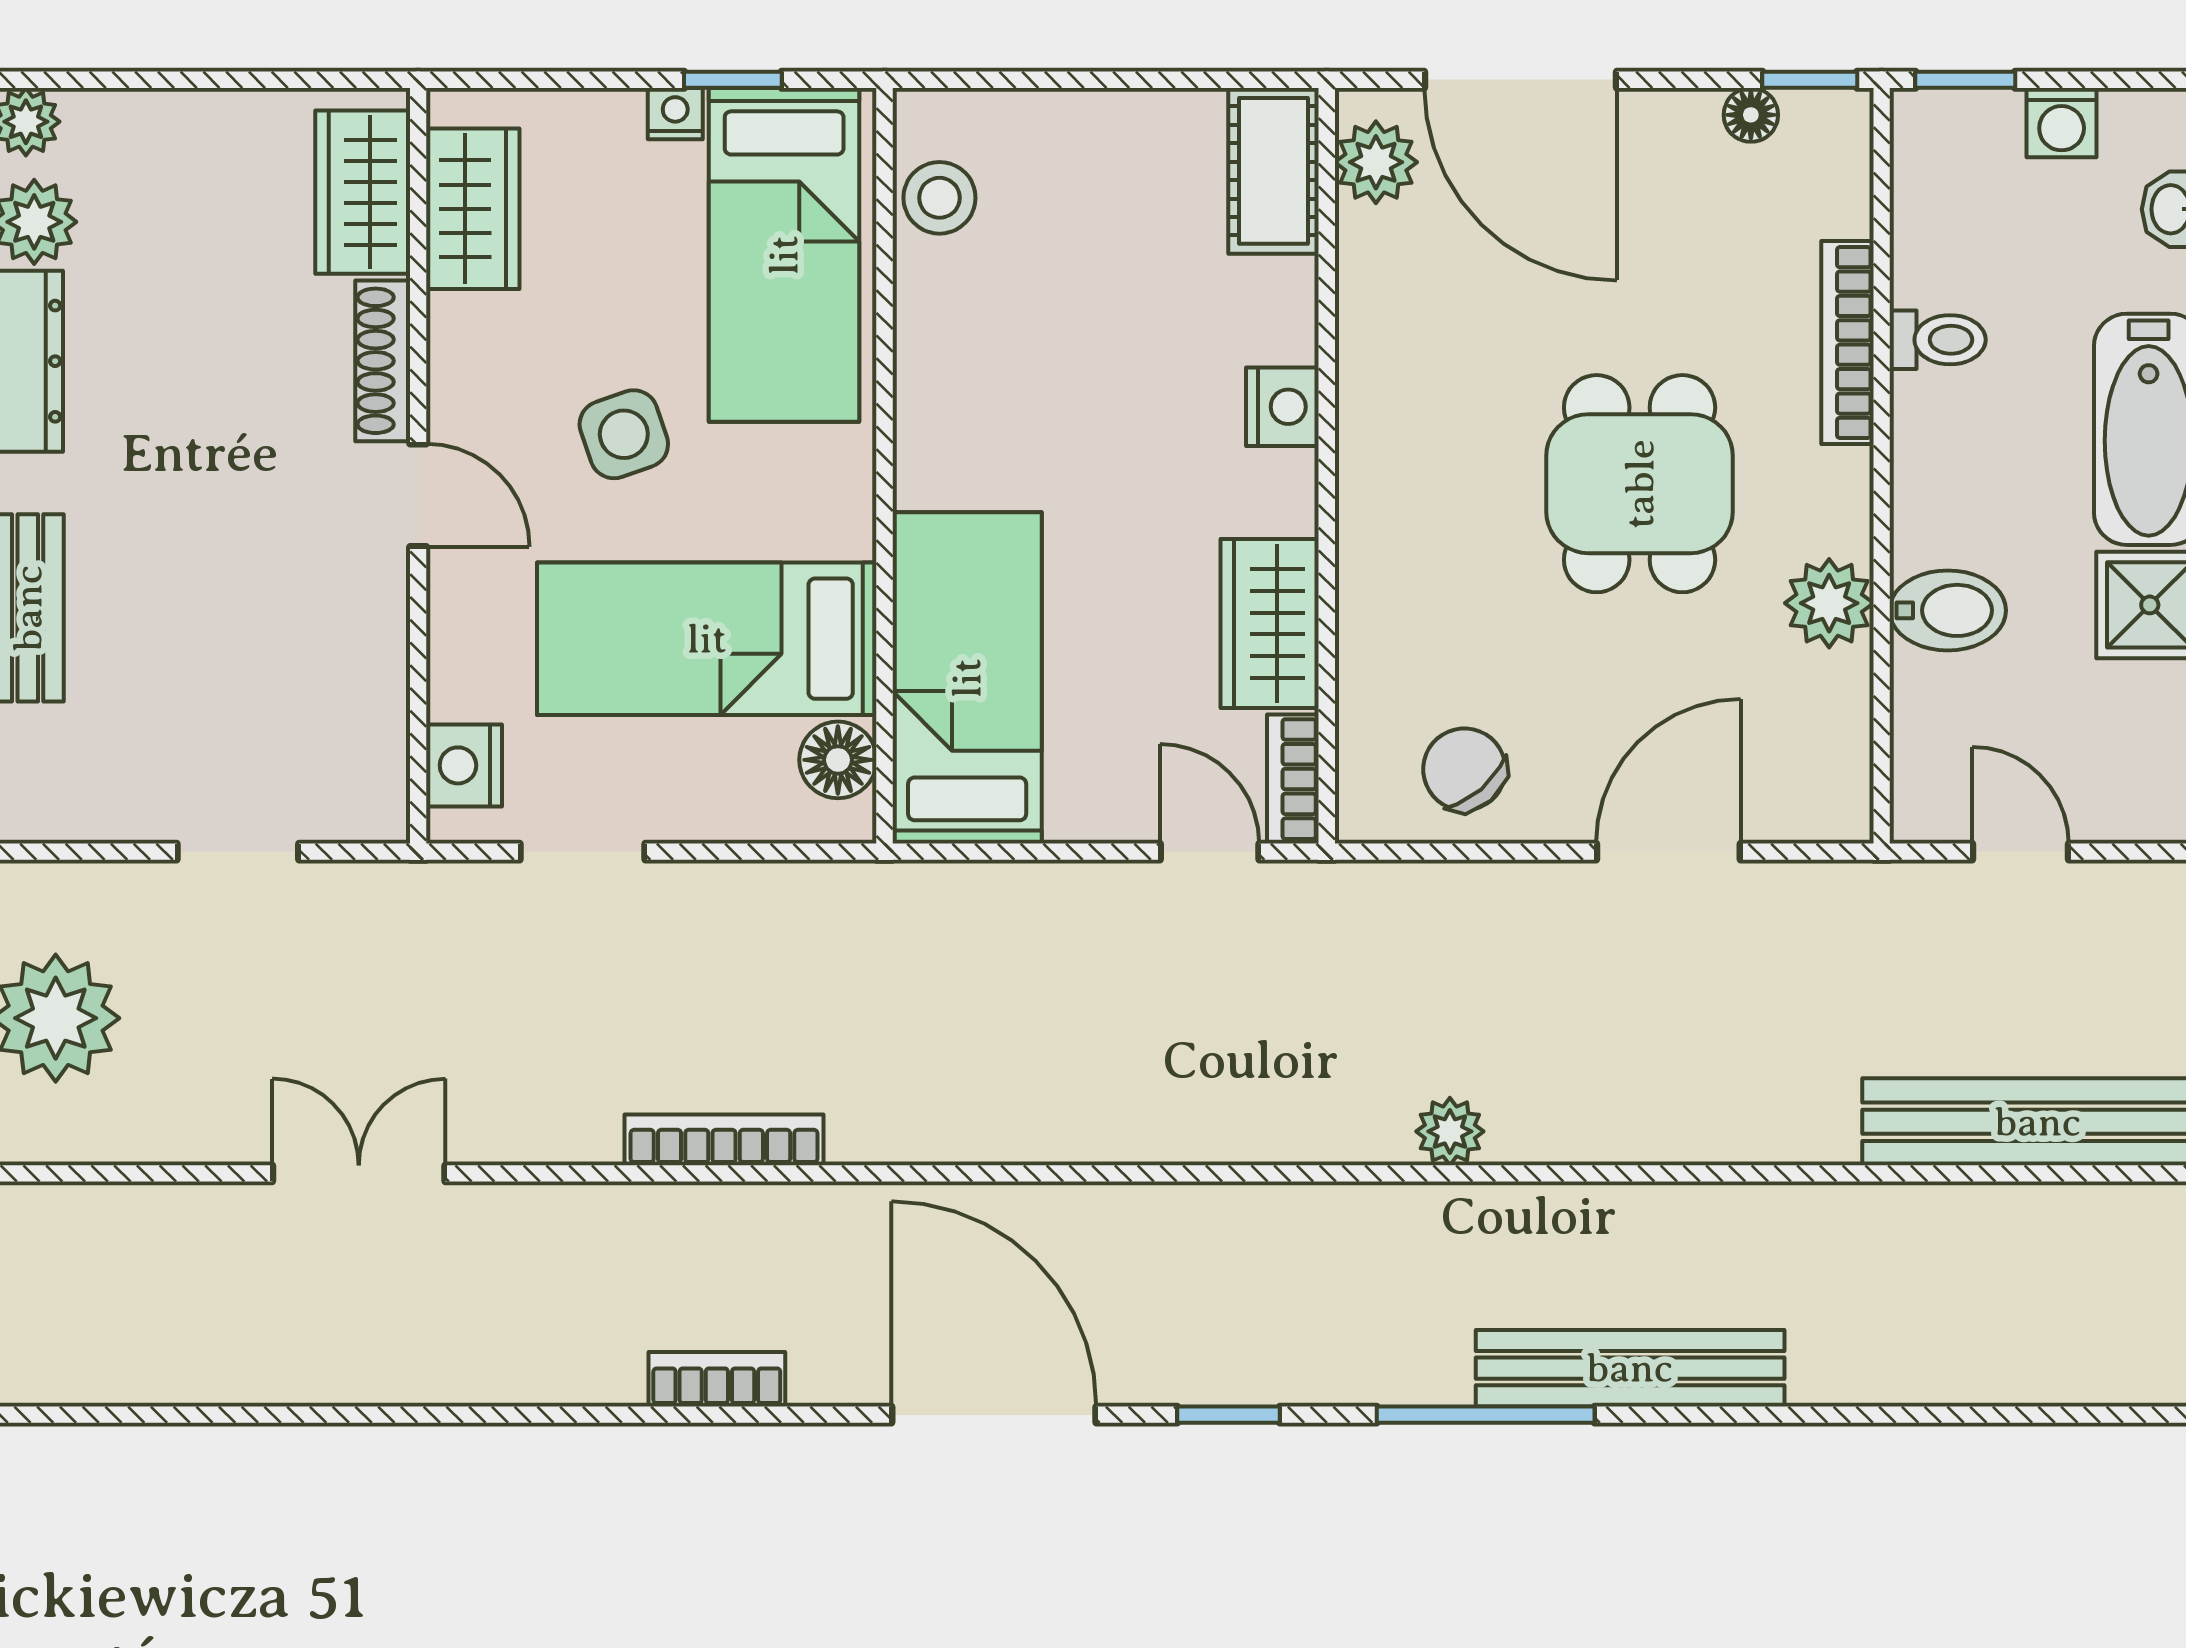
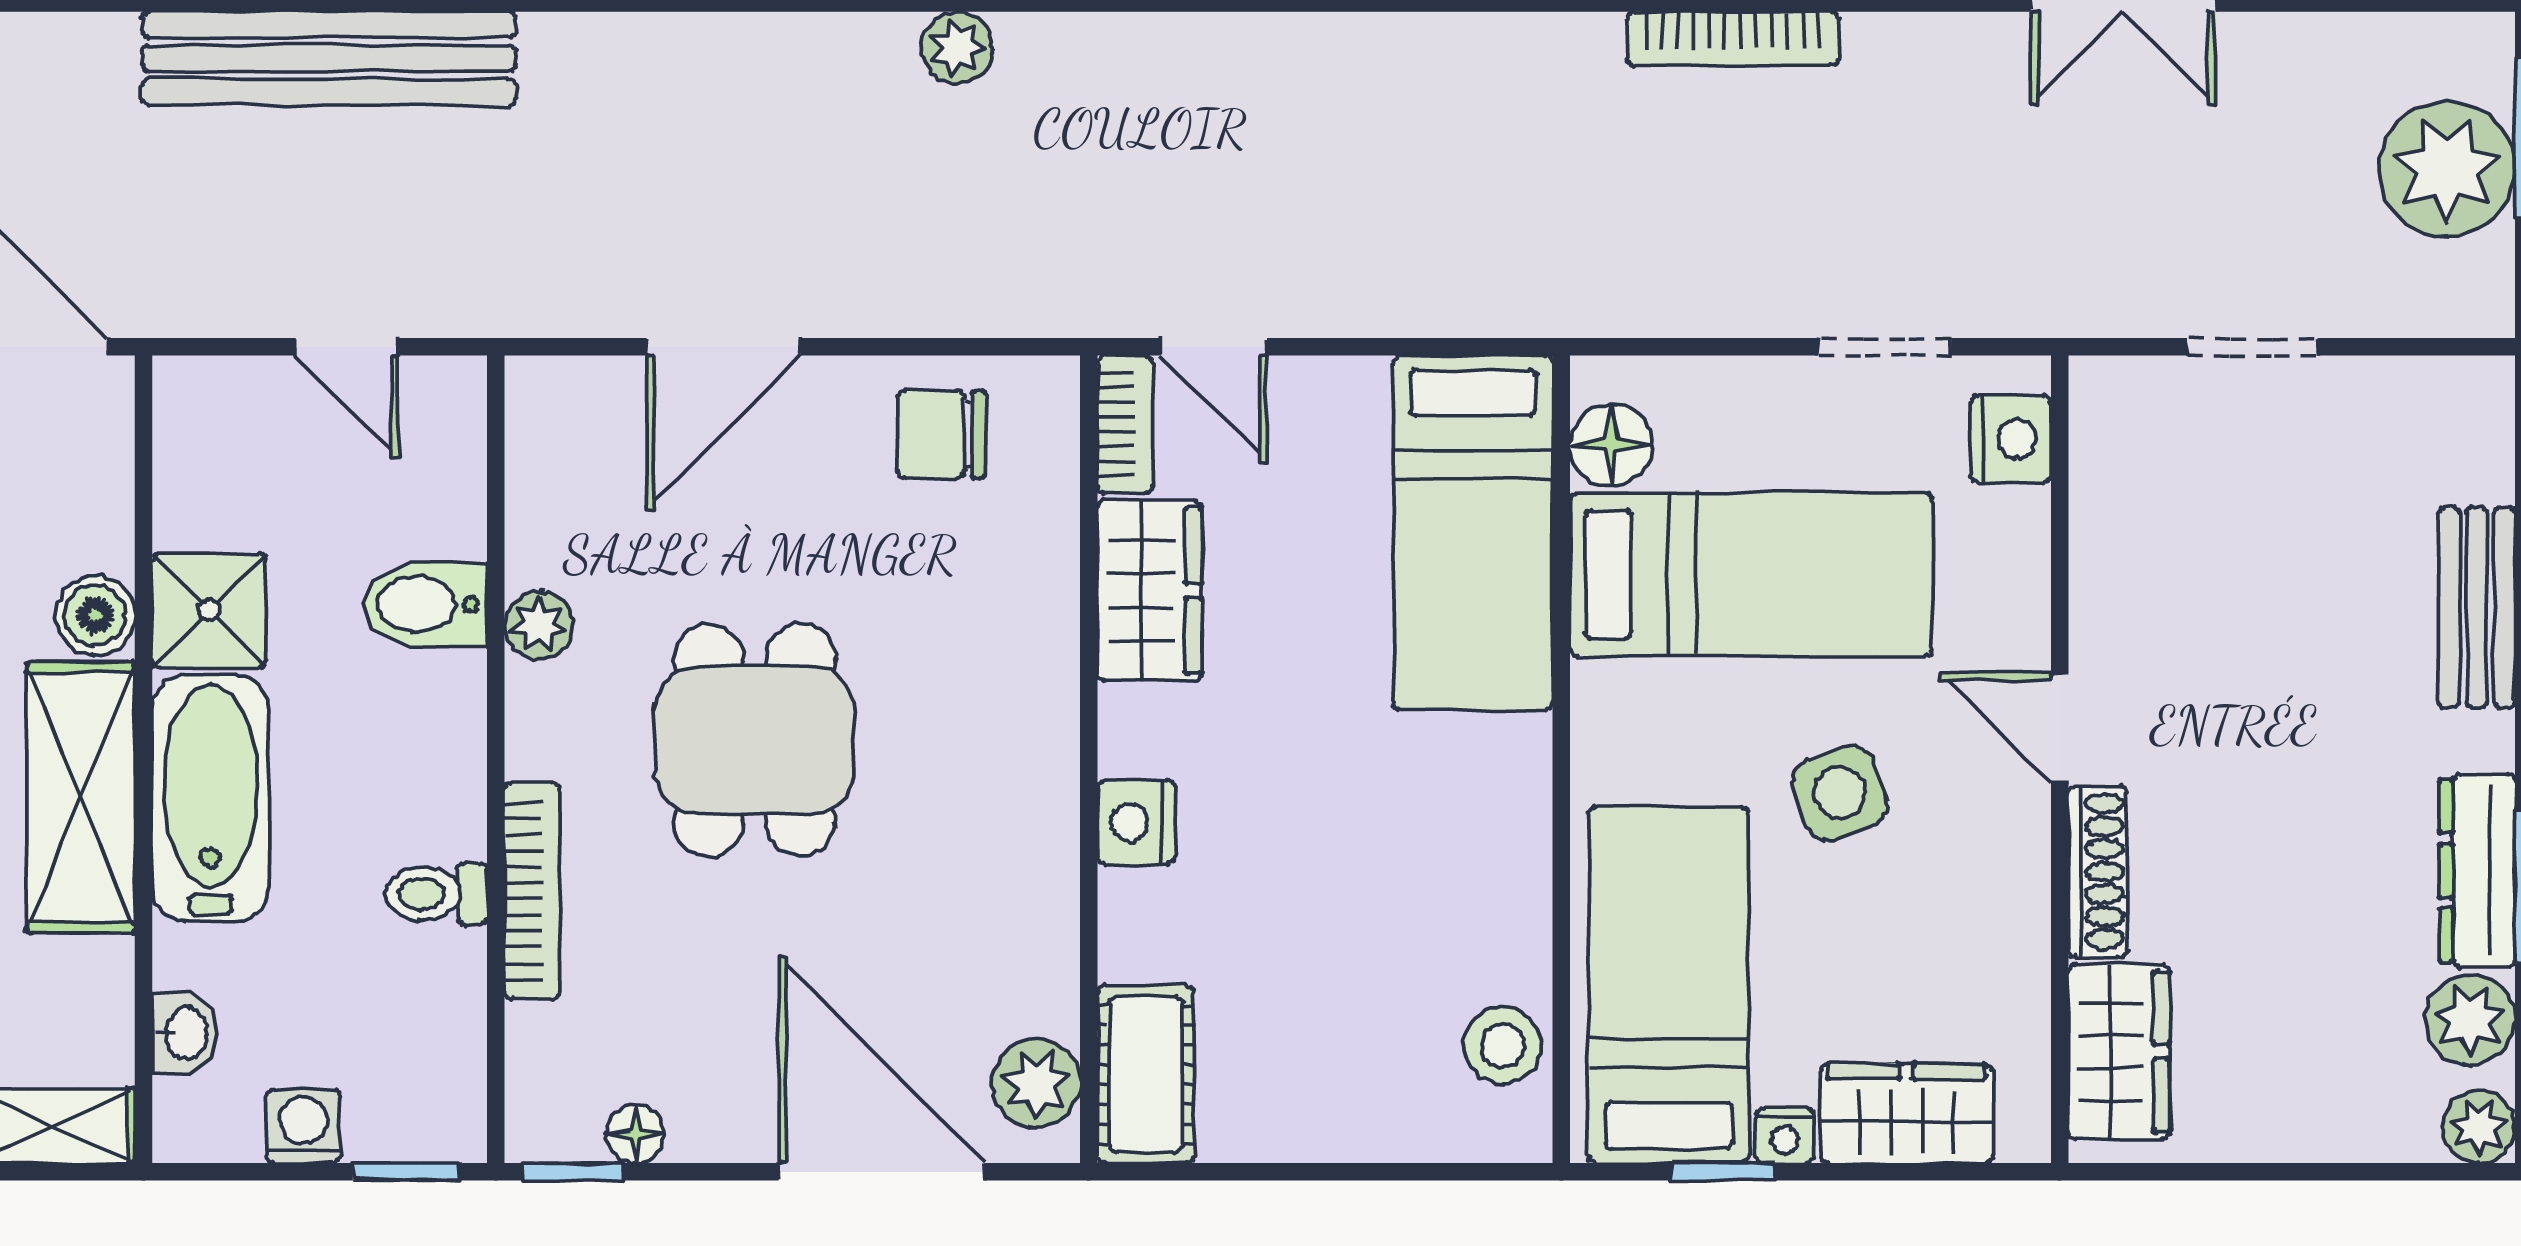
wardrobe: (473, 209) -> (1907, 1113), moved, turned 90
plant: (1829, 603) -> (539, 625), width x0.73, depth x0.73
chair: (1464, 769) -> (942, 435), turned 131

